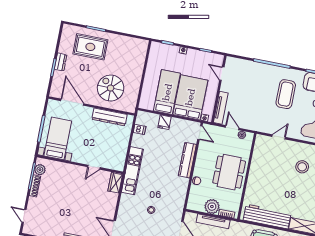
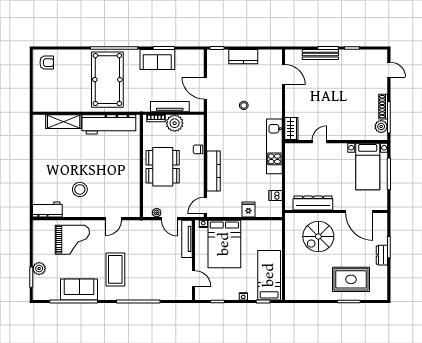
spiral stairs: (111, 88) -> (318, 237), turned 90
bed: (167, 92) -> (269, 275), moved, turned 180
door: (200, 133) -> (205, 205), hinge flipped

